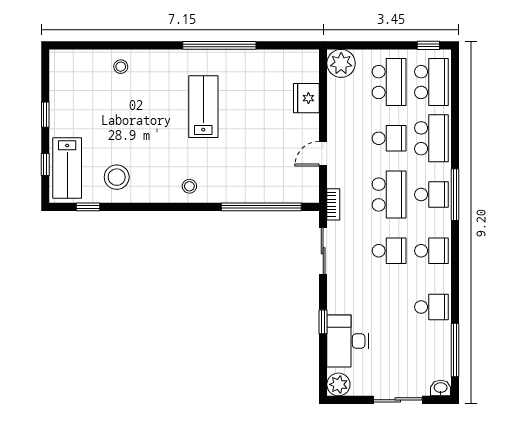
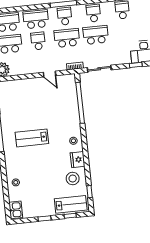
kitchen sink: (68, 61) -> (16, 210), added
fridge: (306, 98) -> (77, 160), moved, turned 90
school desk: (389, 251) -> (96, 35), width x1.85

